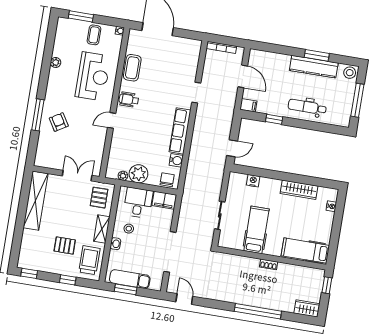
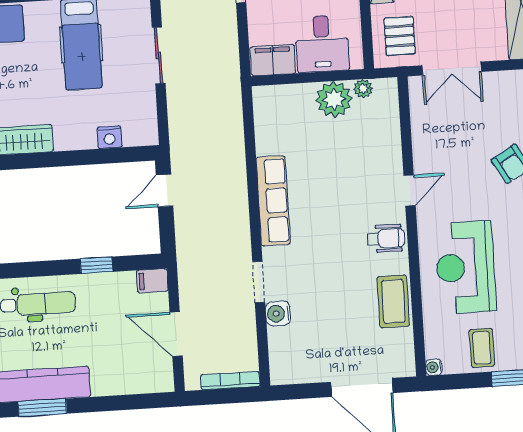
water cooler: (176, 160) -> (278, 314), moved
chair: (167, 180) -> (276, 101), removed

